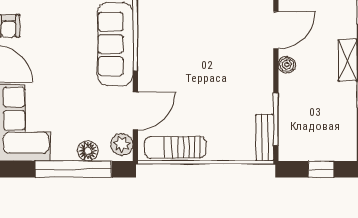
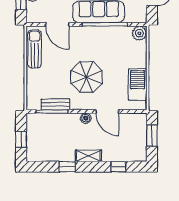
parasol: (220, 64) -> (87, 77), added
bench: (265, 138) -> (55, 104), moved
plant: (122, 144) -> (36, 16), removed

